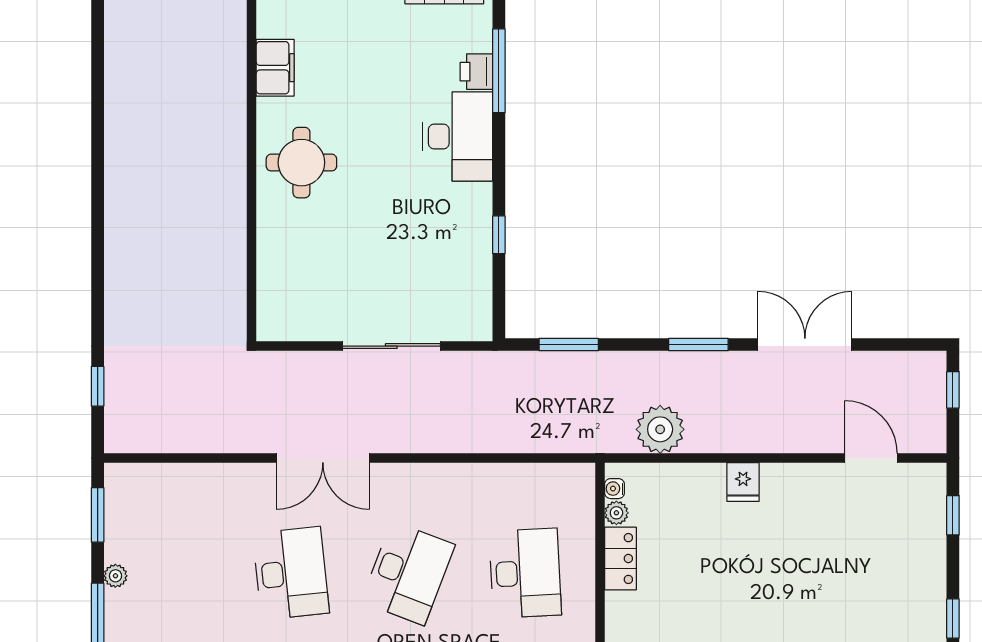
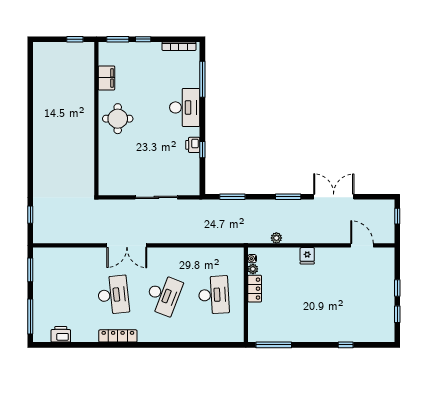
printer: (476, 72) -> (193, 145), moved
plant: (660, 429) -> (276, 238), width x0.53, depth x0.53
window: (953, 515) -> (397, 288), moved
plant: (115, 576) -> (38, 296), removed

